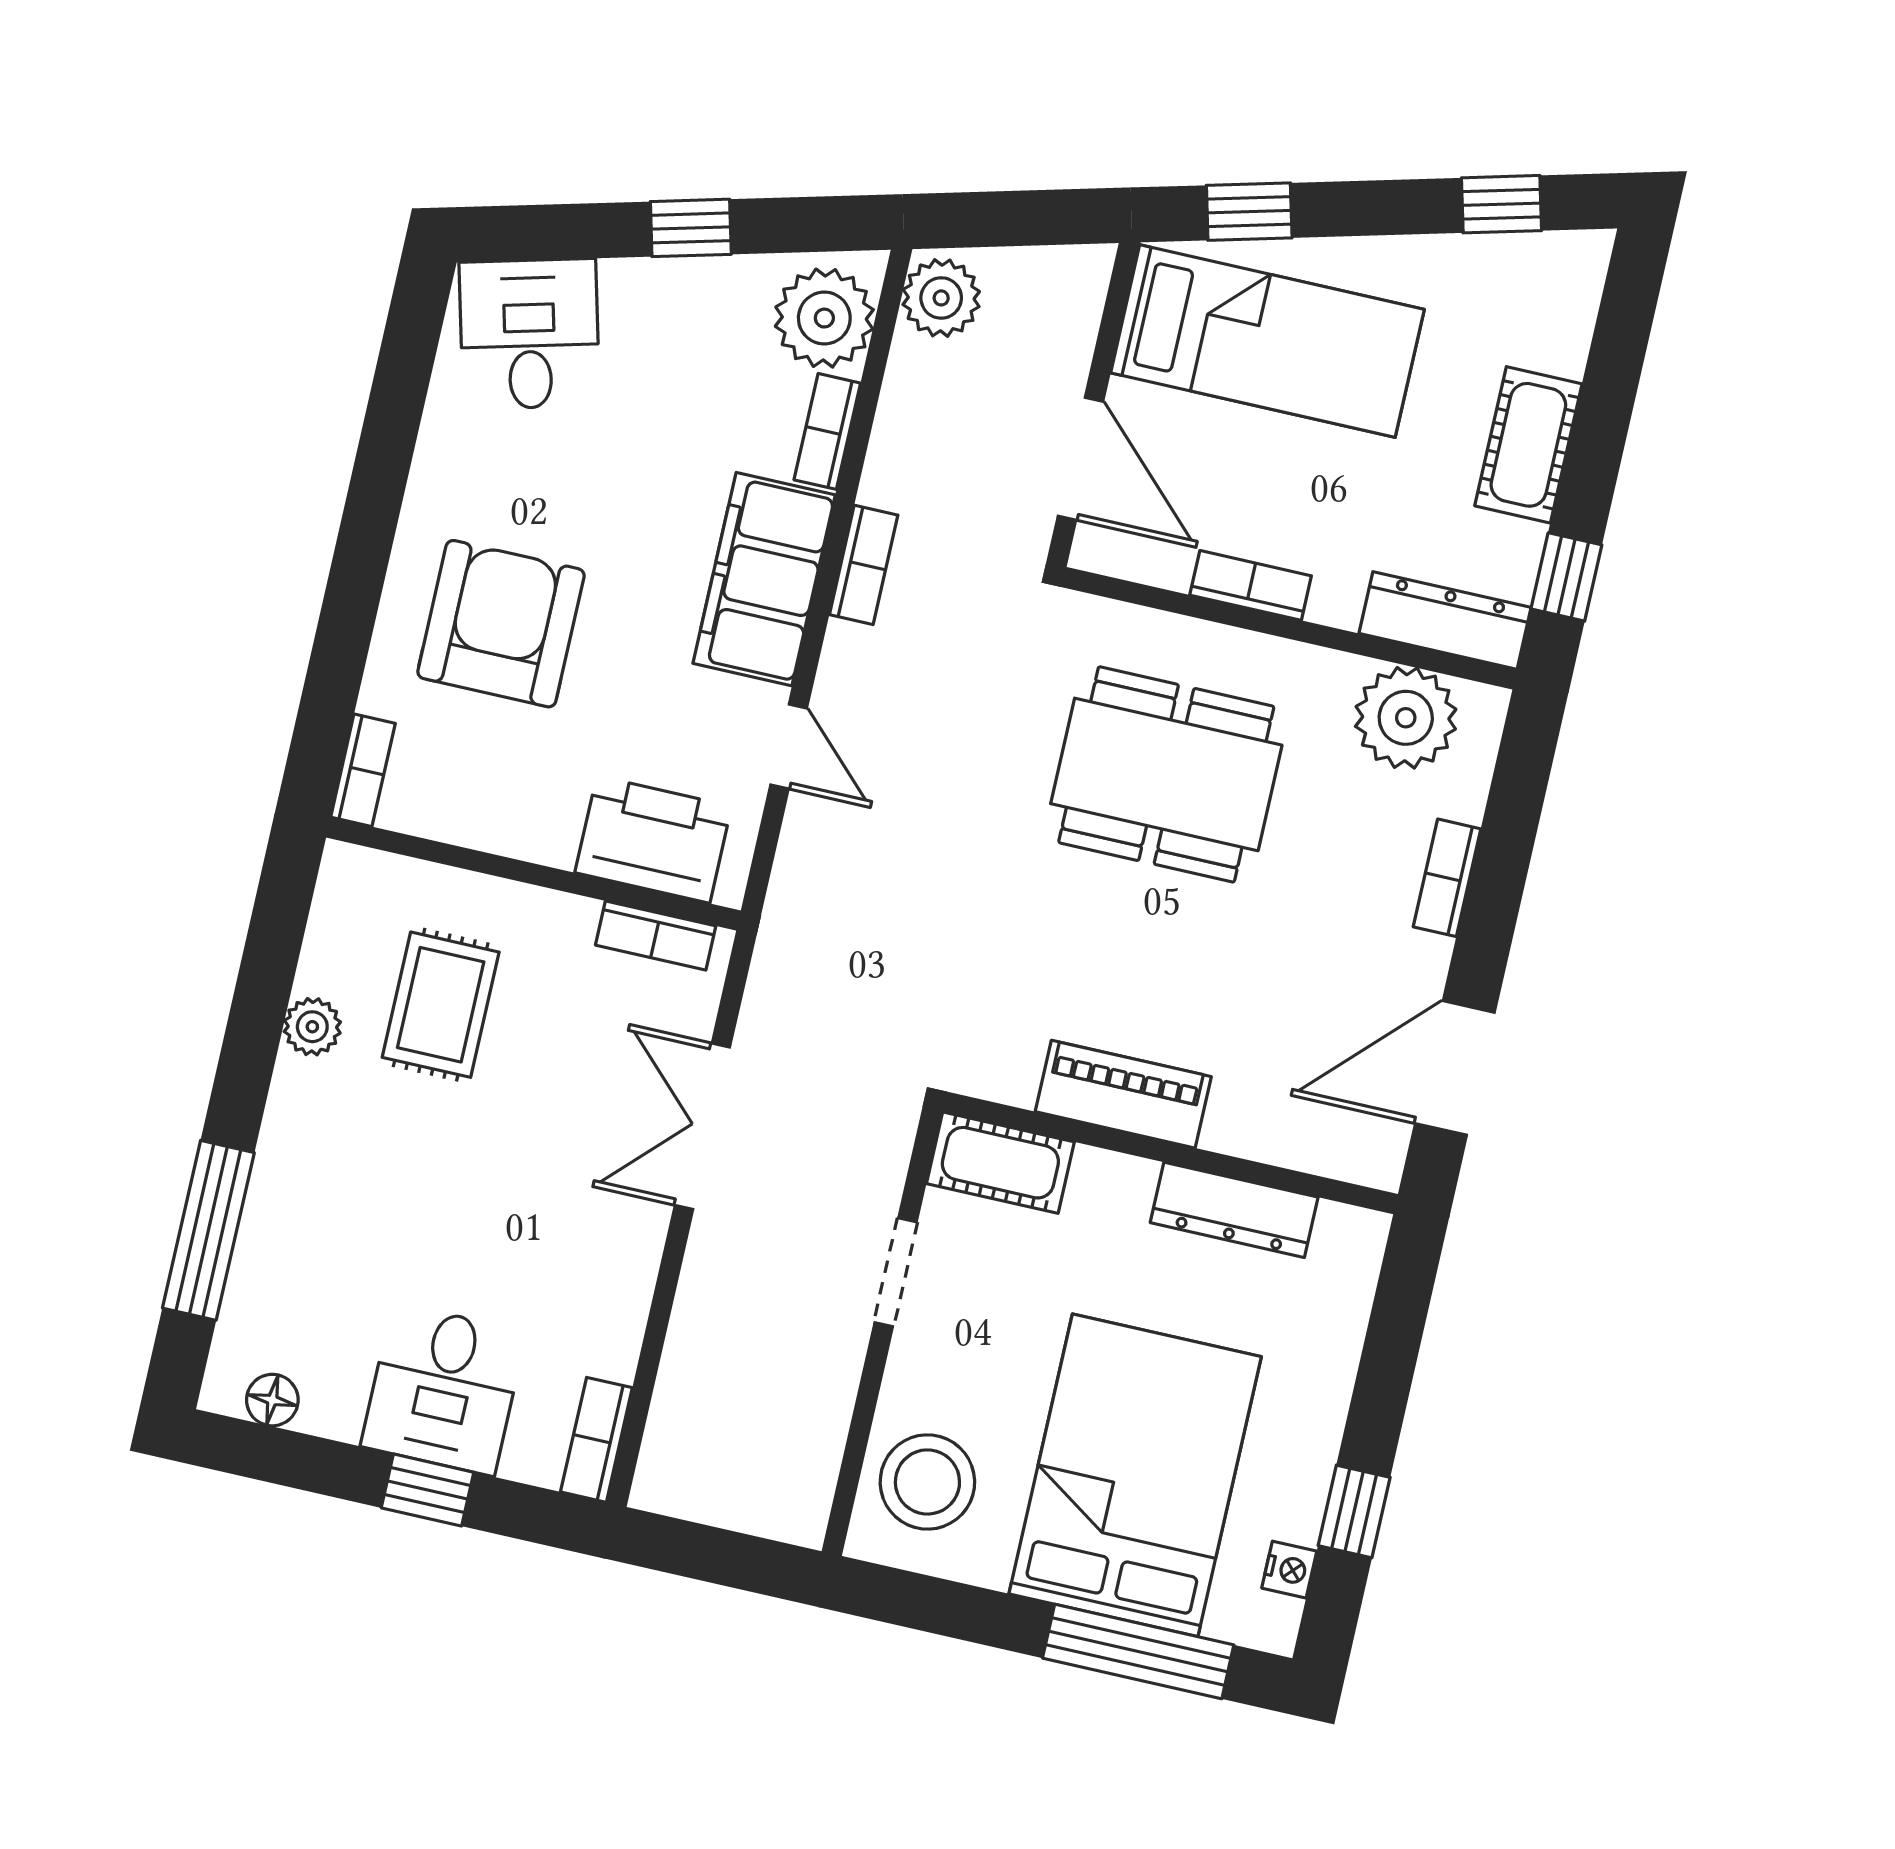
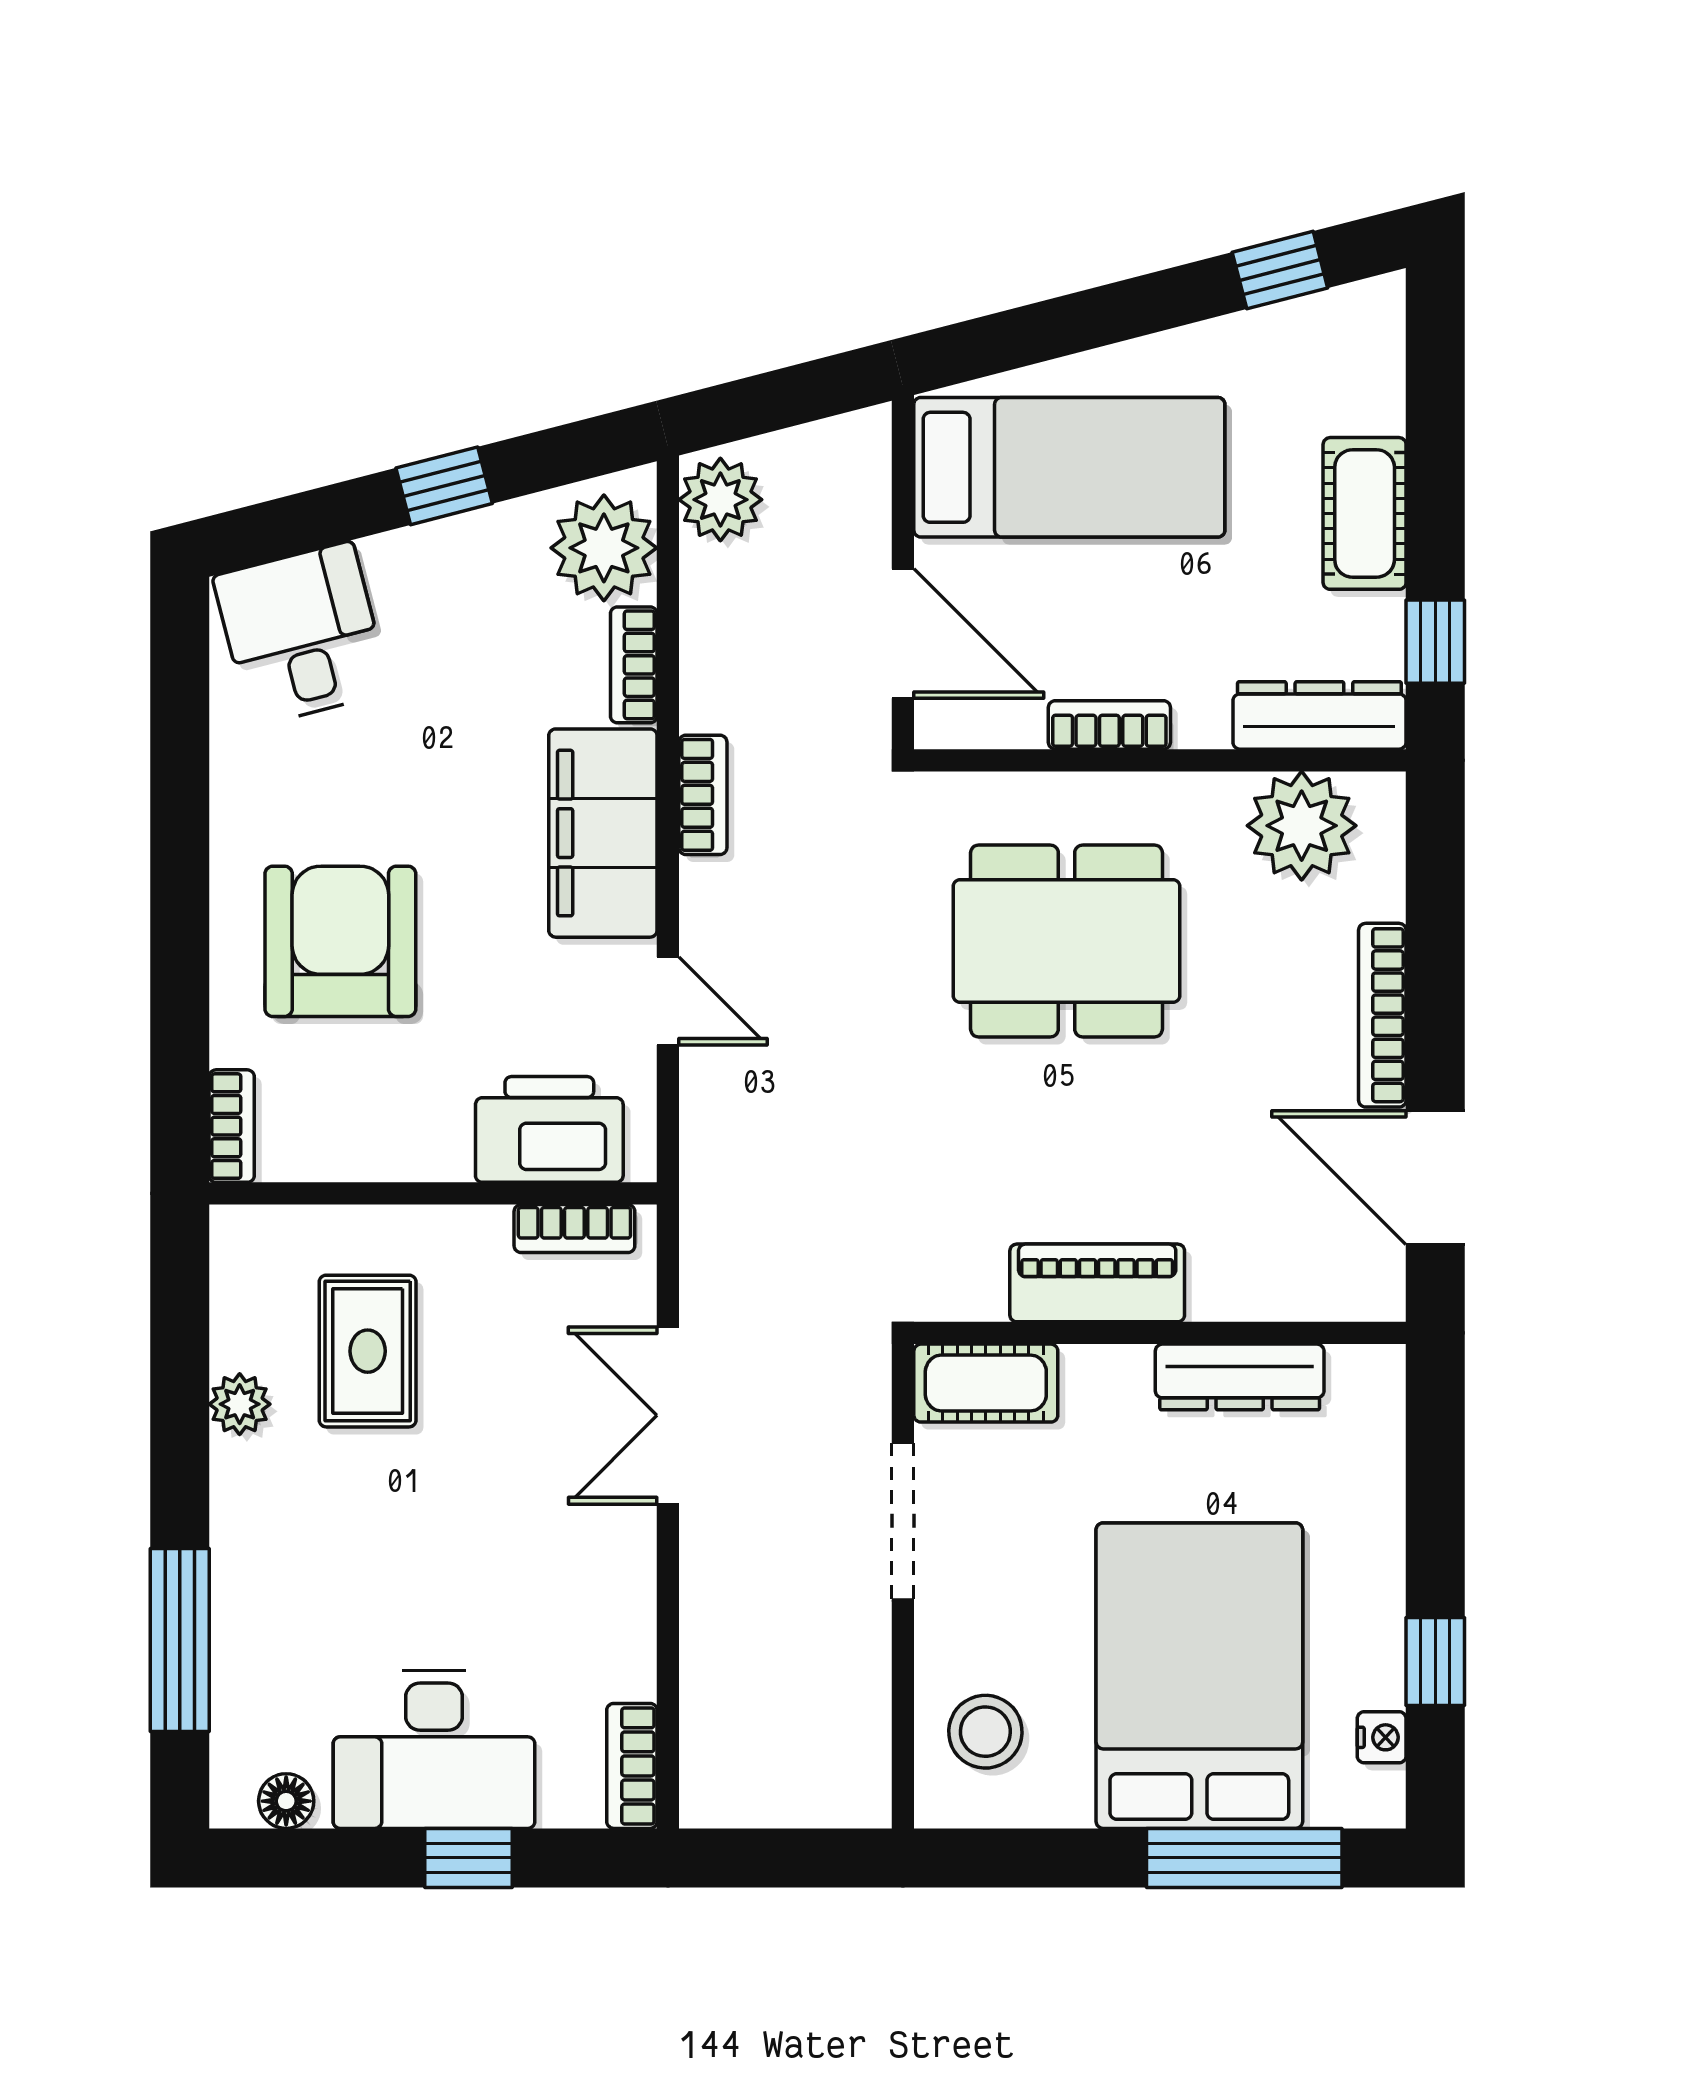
window: (1249, 212) -> (1020, 337), removed
bookcase: (1447, 878) -> (1382, 1015), width x1.56
door: (1455, 1068) -> (1435, 1178), hinge flipped
doorway: (896, 1272) -> (903, 1521), width x1.38
desk: (444, 1389) -> (434, 1749), width x1.37
stool: (927, 1482) -> (985, 1732), width x0.73, depth x0.73

